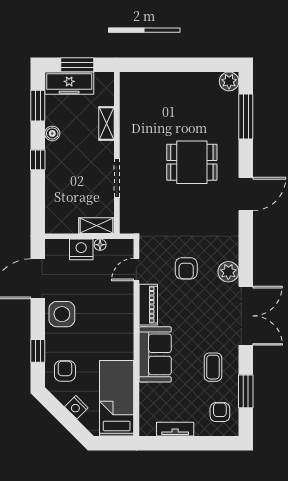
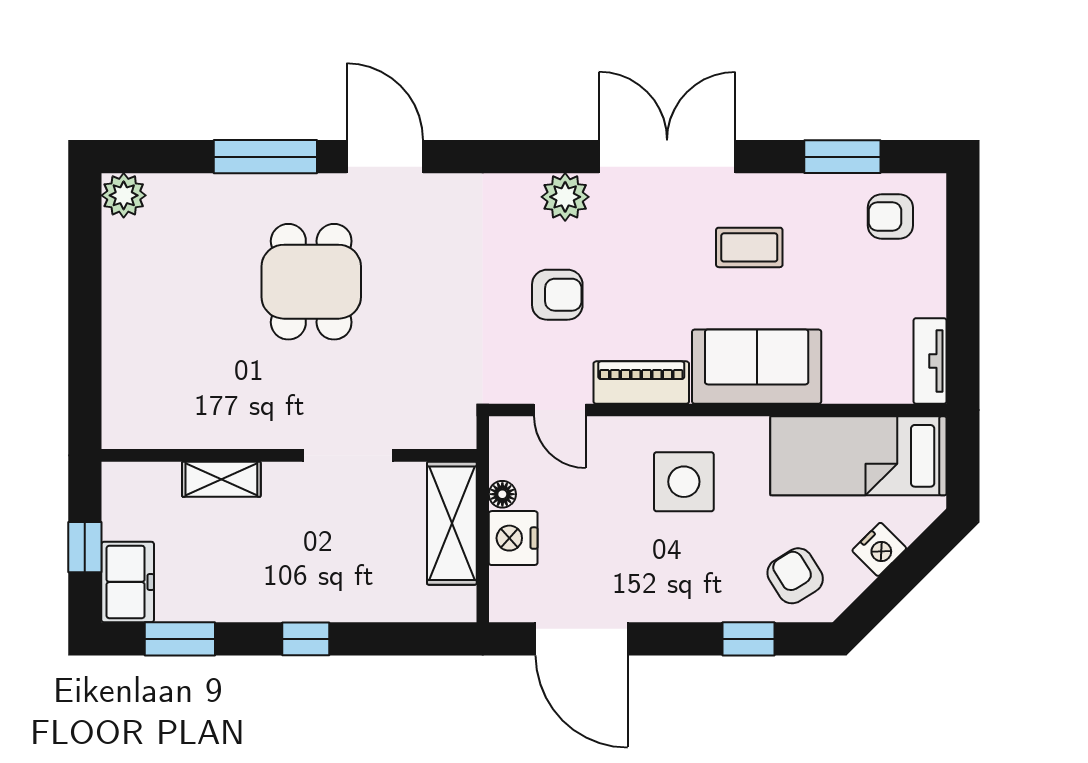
window: (77, 65) -> (85, 547), width x0.67
freezer: (69, 83) -> (128, 582), width x0.71
window: (246, 117) -> (265, 157), moved
boiler: (52, 133) -> (244, 605), removed
shelving: (96, 226) -> (452, 523), width x1.50, depth x1.33
side table: (62, 314) -> (684, 482), moved
coffee table: (213, 367) -> (749, 247), moved
armchair: (65, 371) -> (795, 576), turned 58
tv unit: (175, 429) -> (930, 361), moved

